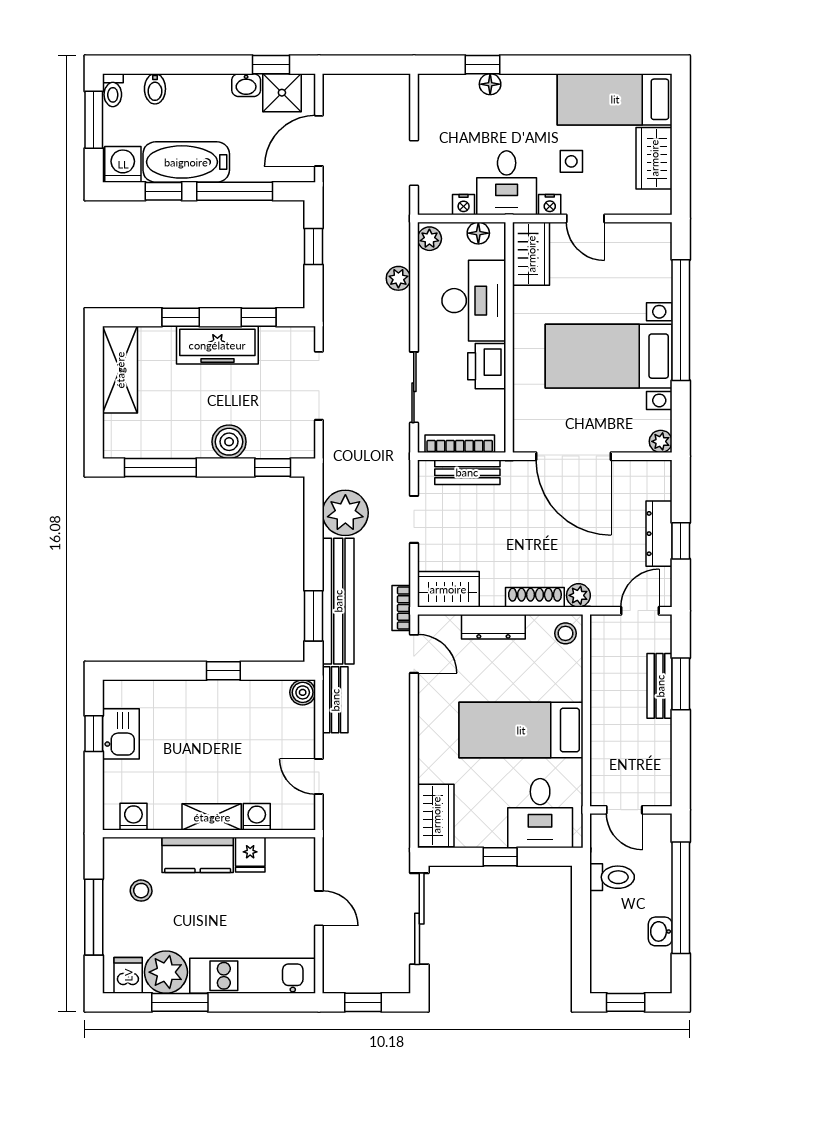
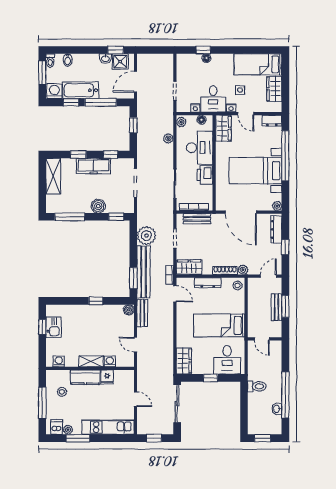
dresser: (648, 235) -> (272, 121), added
dresser: (659, 534) -> (276, 229), moved
door: (624, 810) -> (262, 339), moved
wall: (631, 810) -> (265, 339), moved
plant: (166, 972) -> (68, 430), width x0.53, depth x0.53

